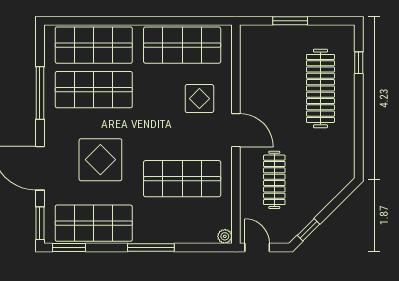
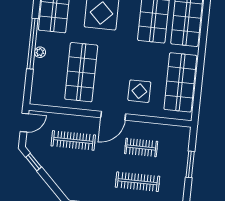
clothes rail: (274, 88) -> (141, 147), added
clothes rail: (320, 88) -> (138, 182), width x0.73, depth x0.76
plant: (225, 236) -> (40, 52), moved
window: (151, 247) -> (33, 44), width x1.46

